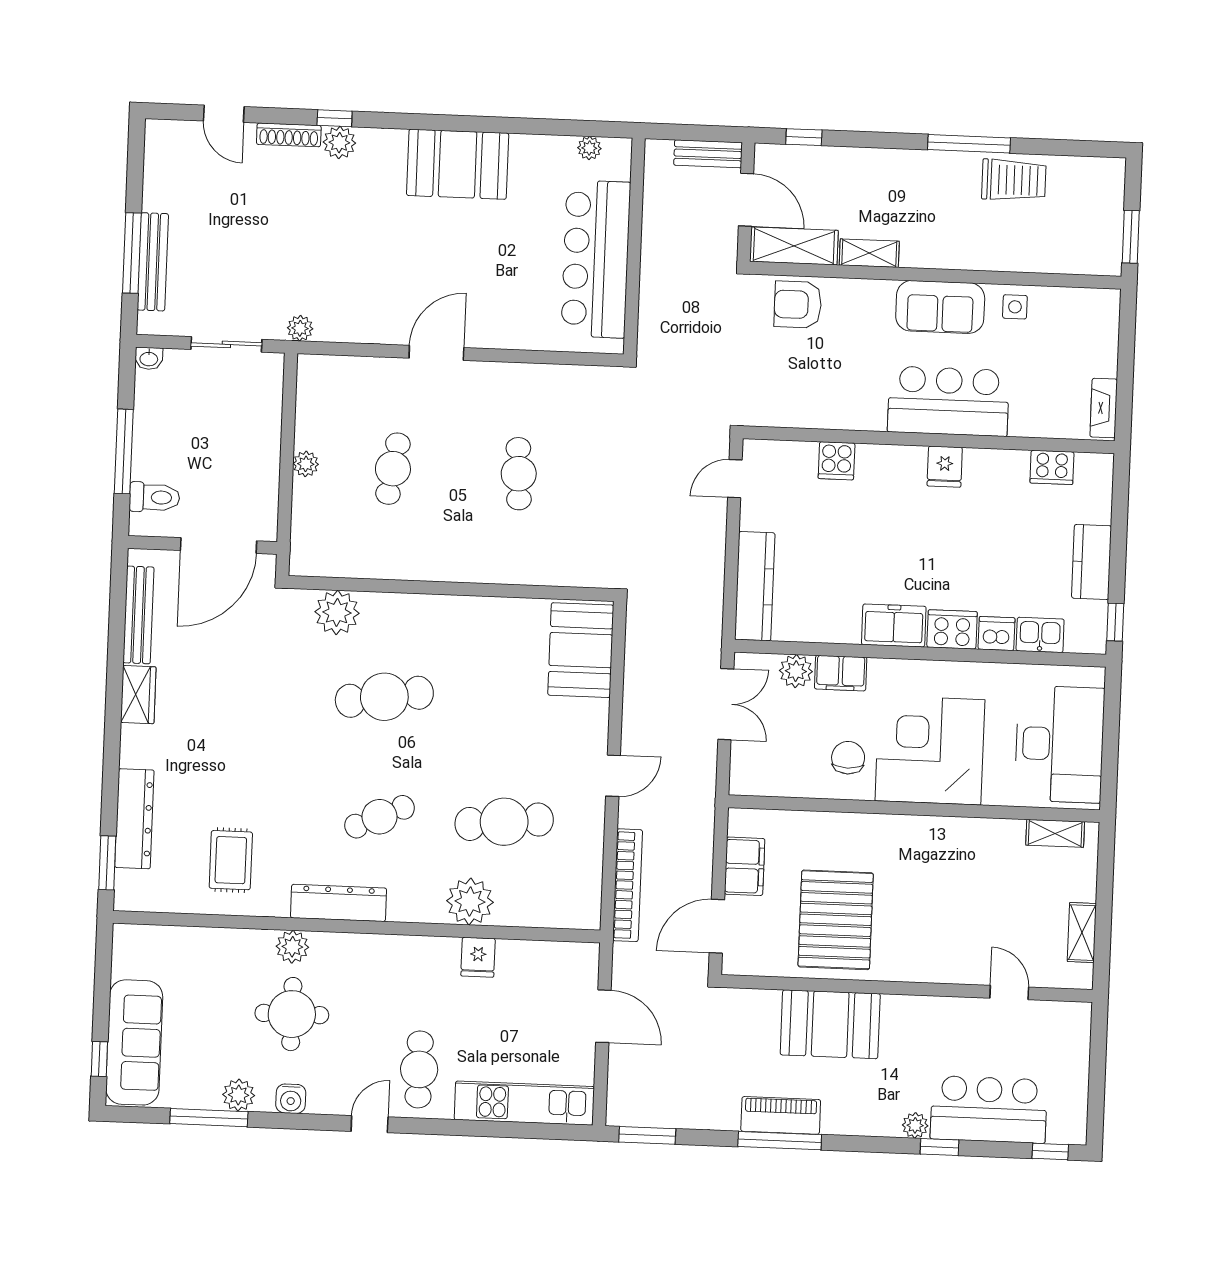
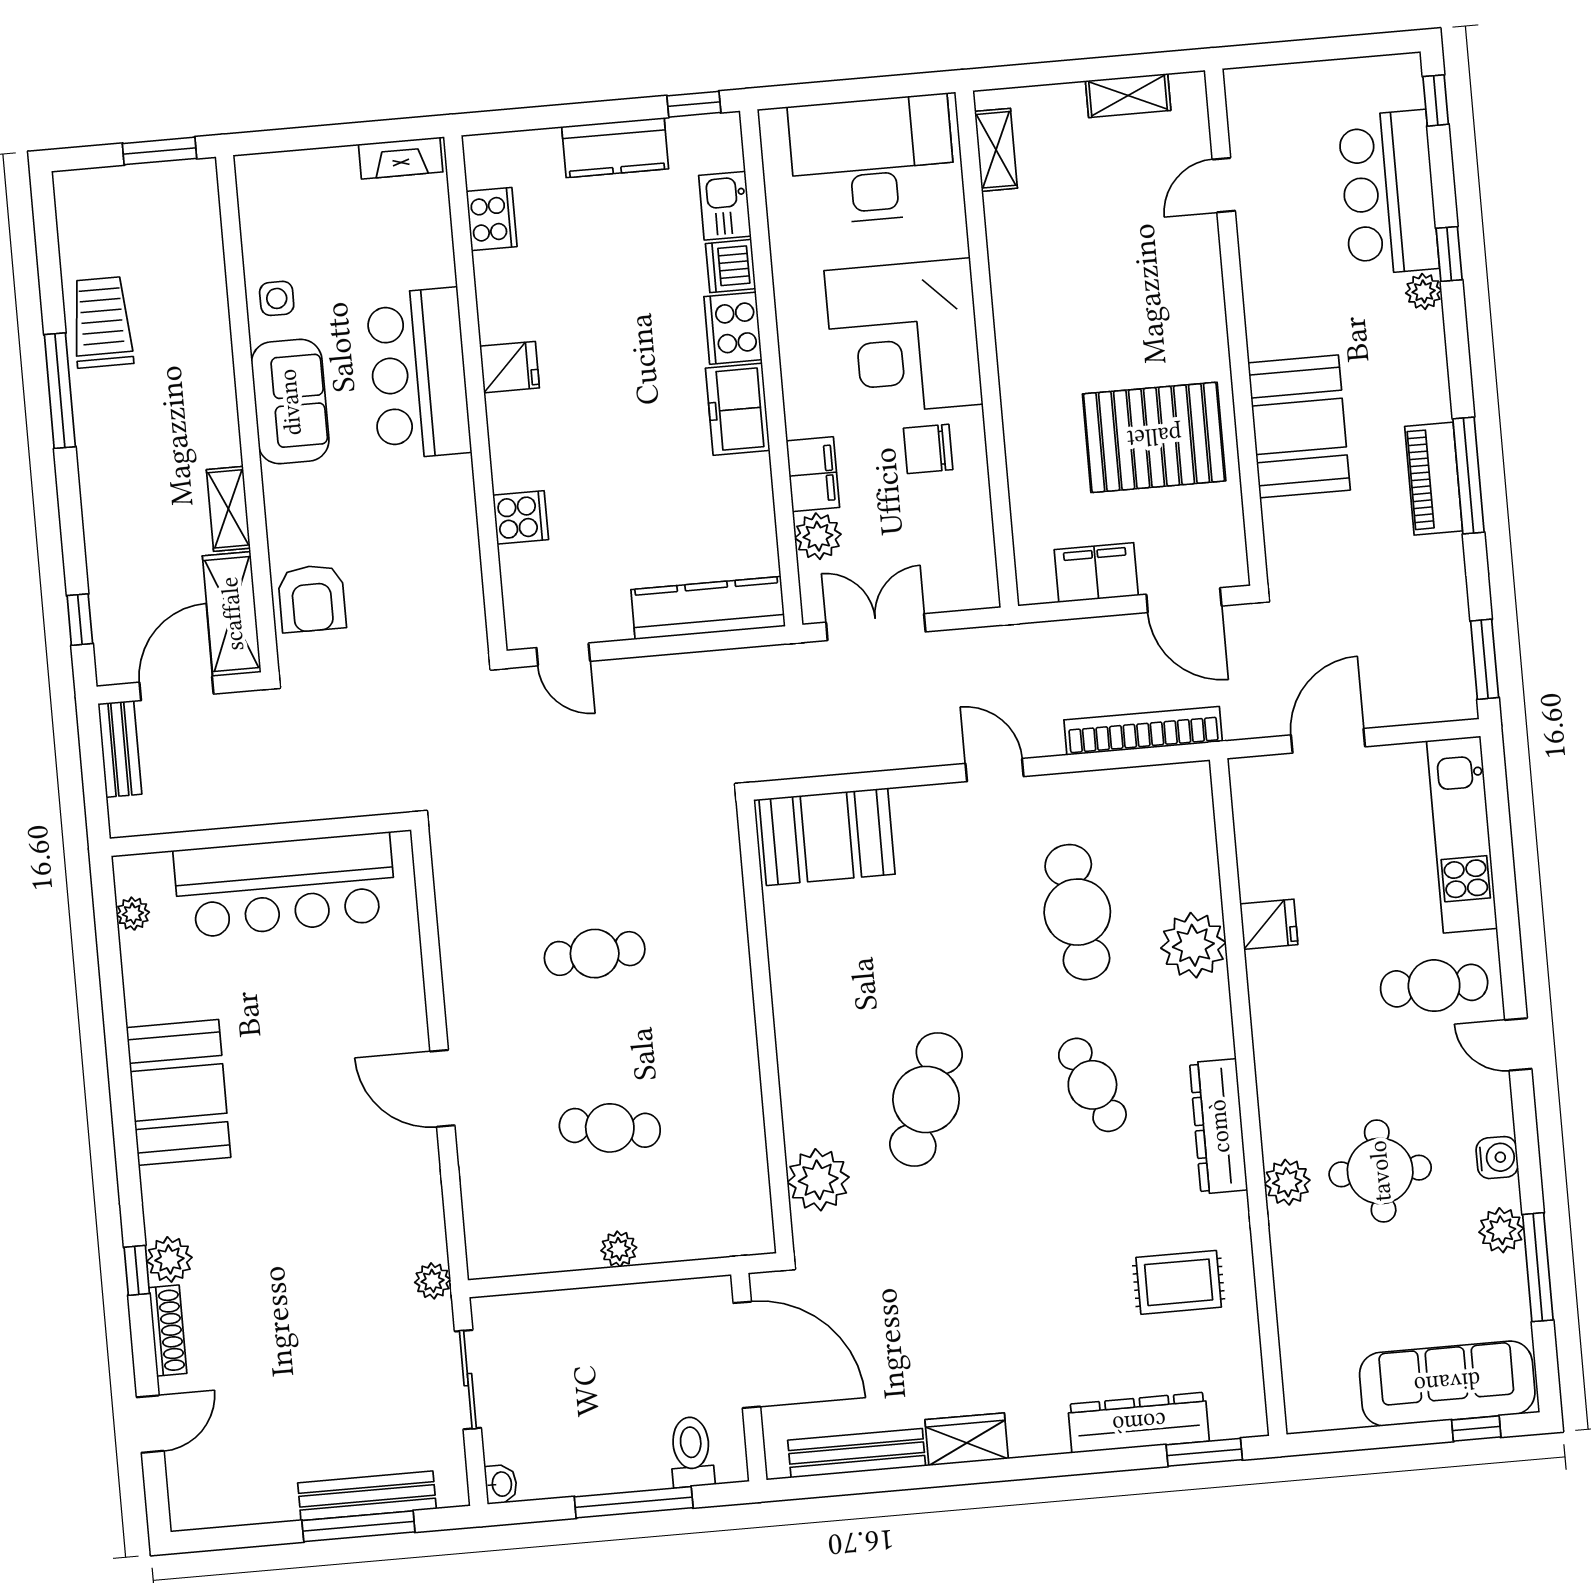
cafe table: (384, 697) -> (926, 1099), turned 30

